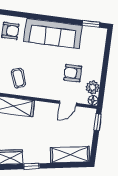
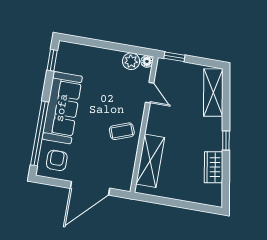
window: (32, 16) -> (39, 133), added
armchair: (73, 73) -> (112, 85), removed
coffee table: (18, 78) -> (122, 131), moved

